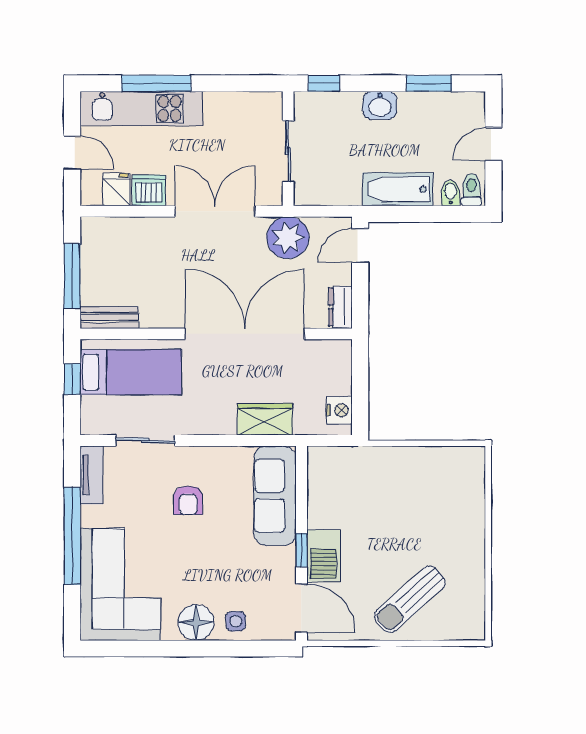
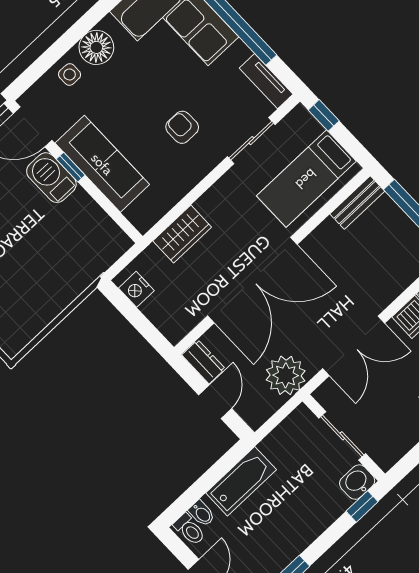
washbasin: (380, 105) -> (357, 482), moved
door: (360, 245) -> (215, 402), moved
window: (72, 379) -> (324, 115), moved
sofa: (275, 496) -> (102, 164), moved

